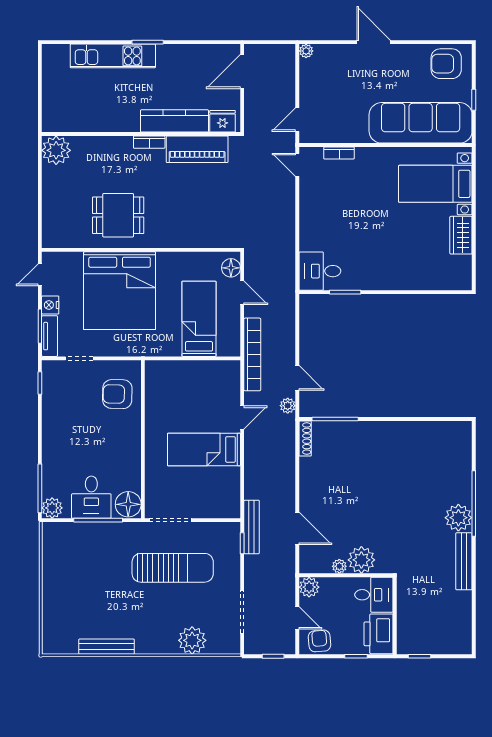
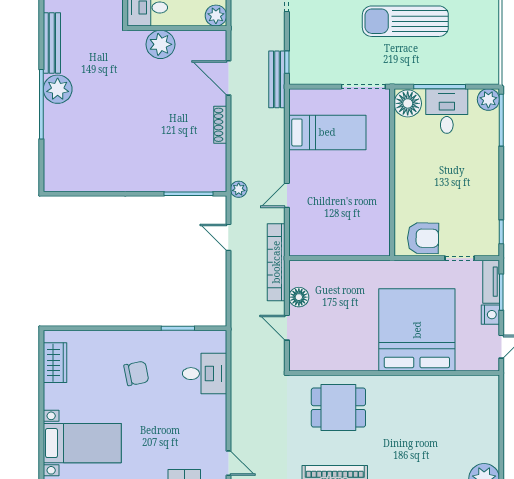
dining table: (118, 215) -> (338, 408), moved
wardrobe: (461, 235) -> (55, 363), moved
chair: (384, 250) -> (136, 373), added
floor lamp: (231, 268) -> (299, 297), moved
desk: (320, 271) -> (205, 374), moved
bed: (199, 319) -> (333, 300), removed
armchair: (117, 394) -> (423, 238), moved
plant: (288, 406) -> (239, 189), moved
shoe rack: (305, 439) -> (220, 125), moved
bed: (204, 449) -> (327, 132), moved
plant: (339, 566) -> (184, 38), removed
sun lounger: (173, 568) -> (405, 21), moved

